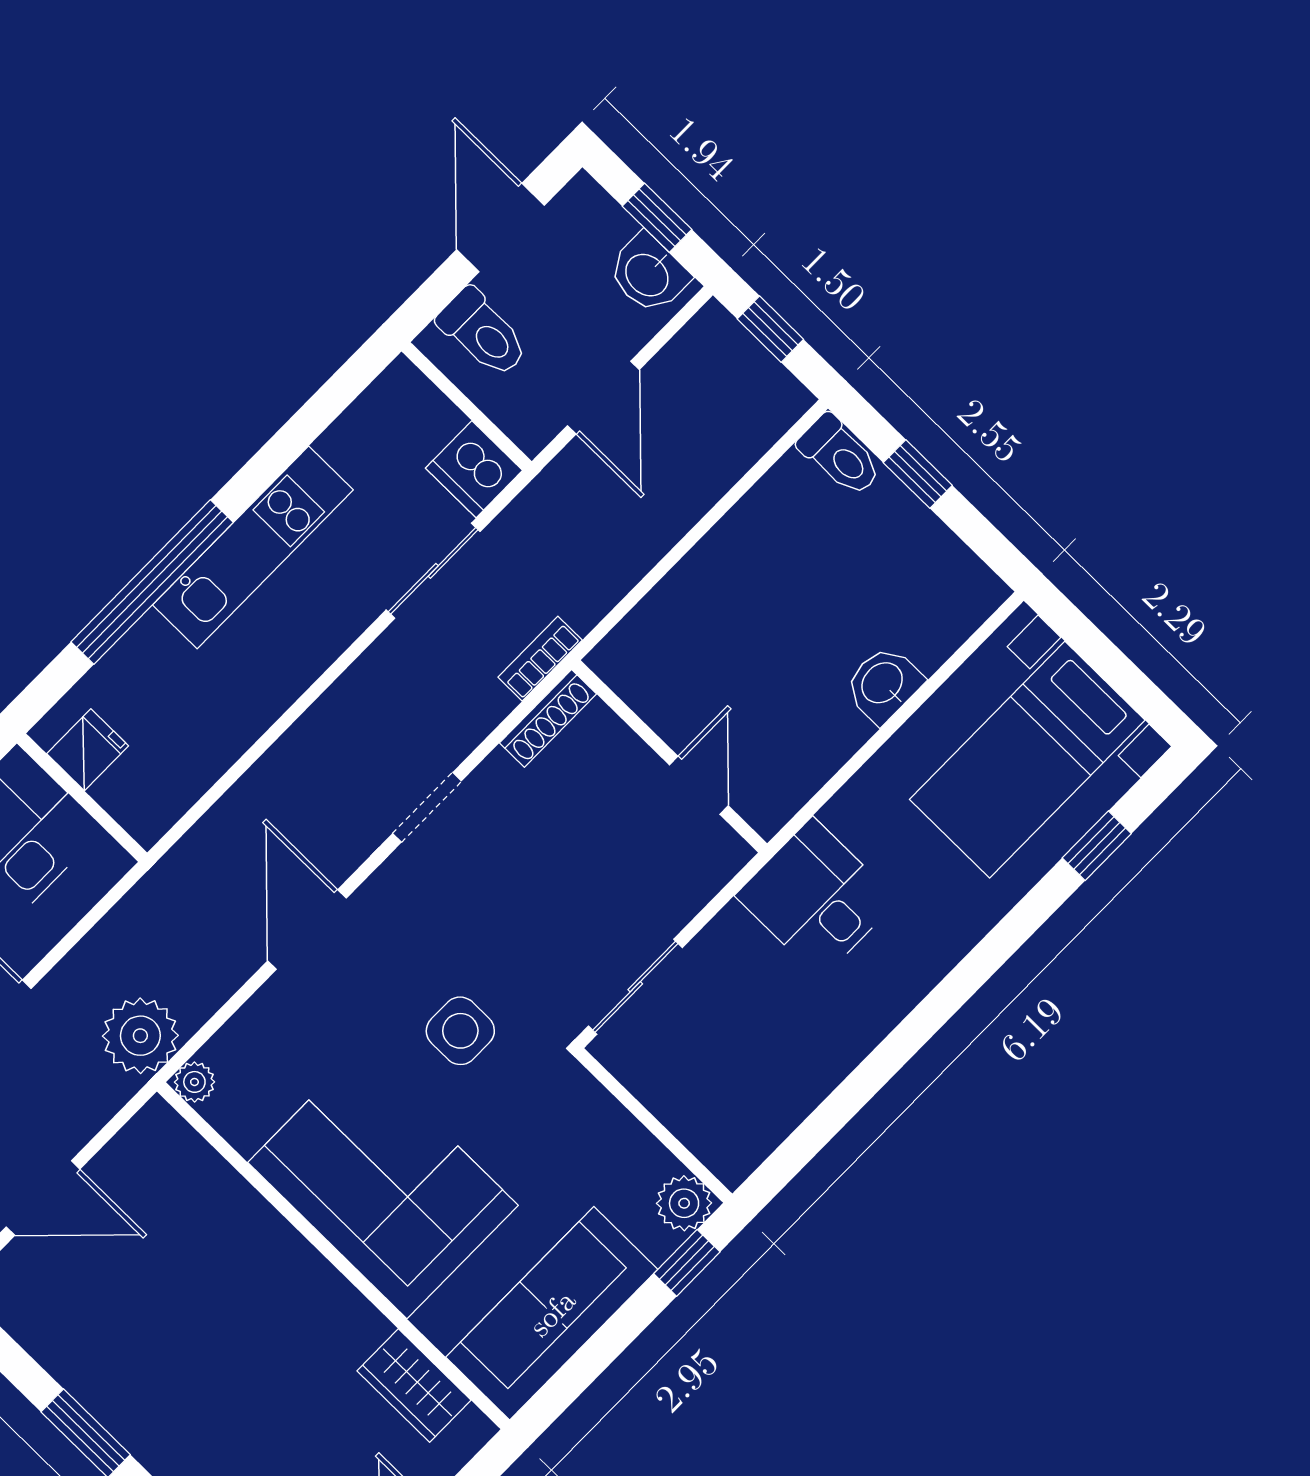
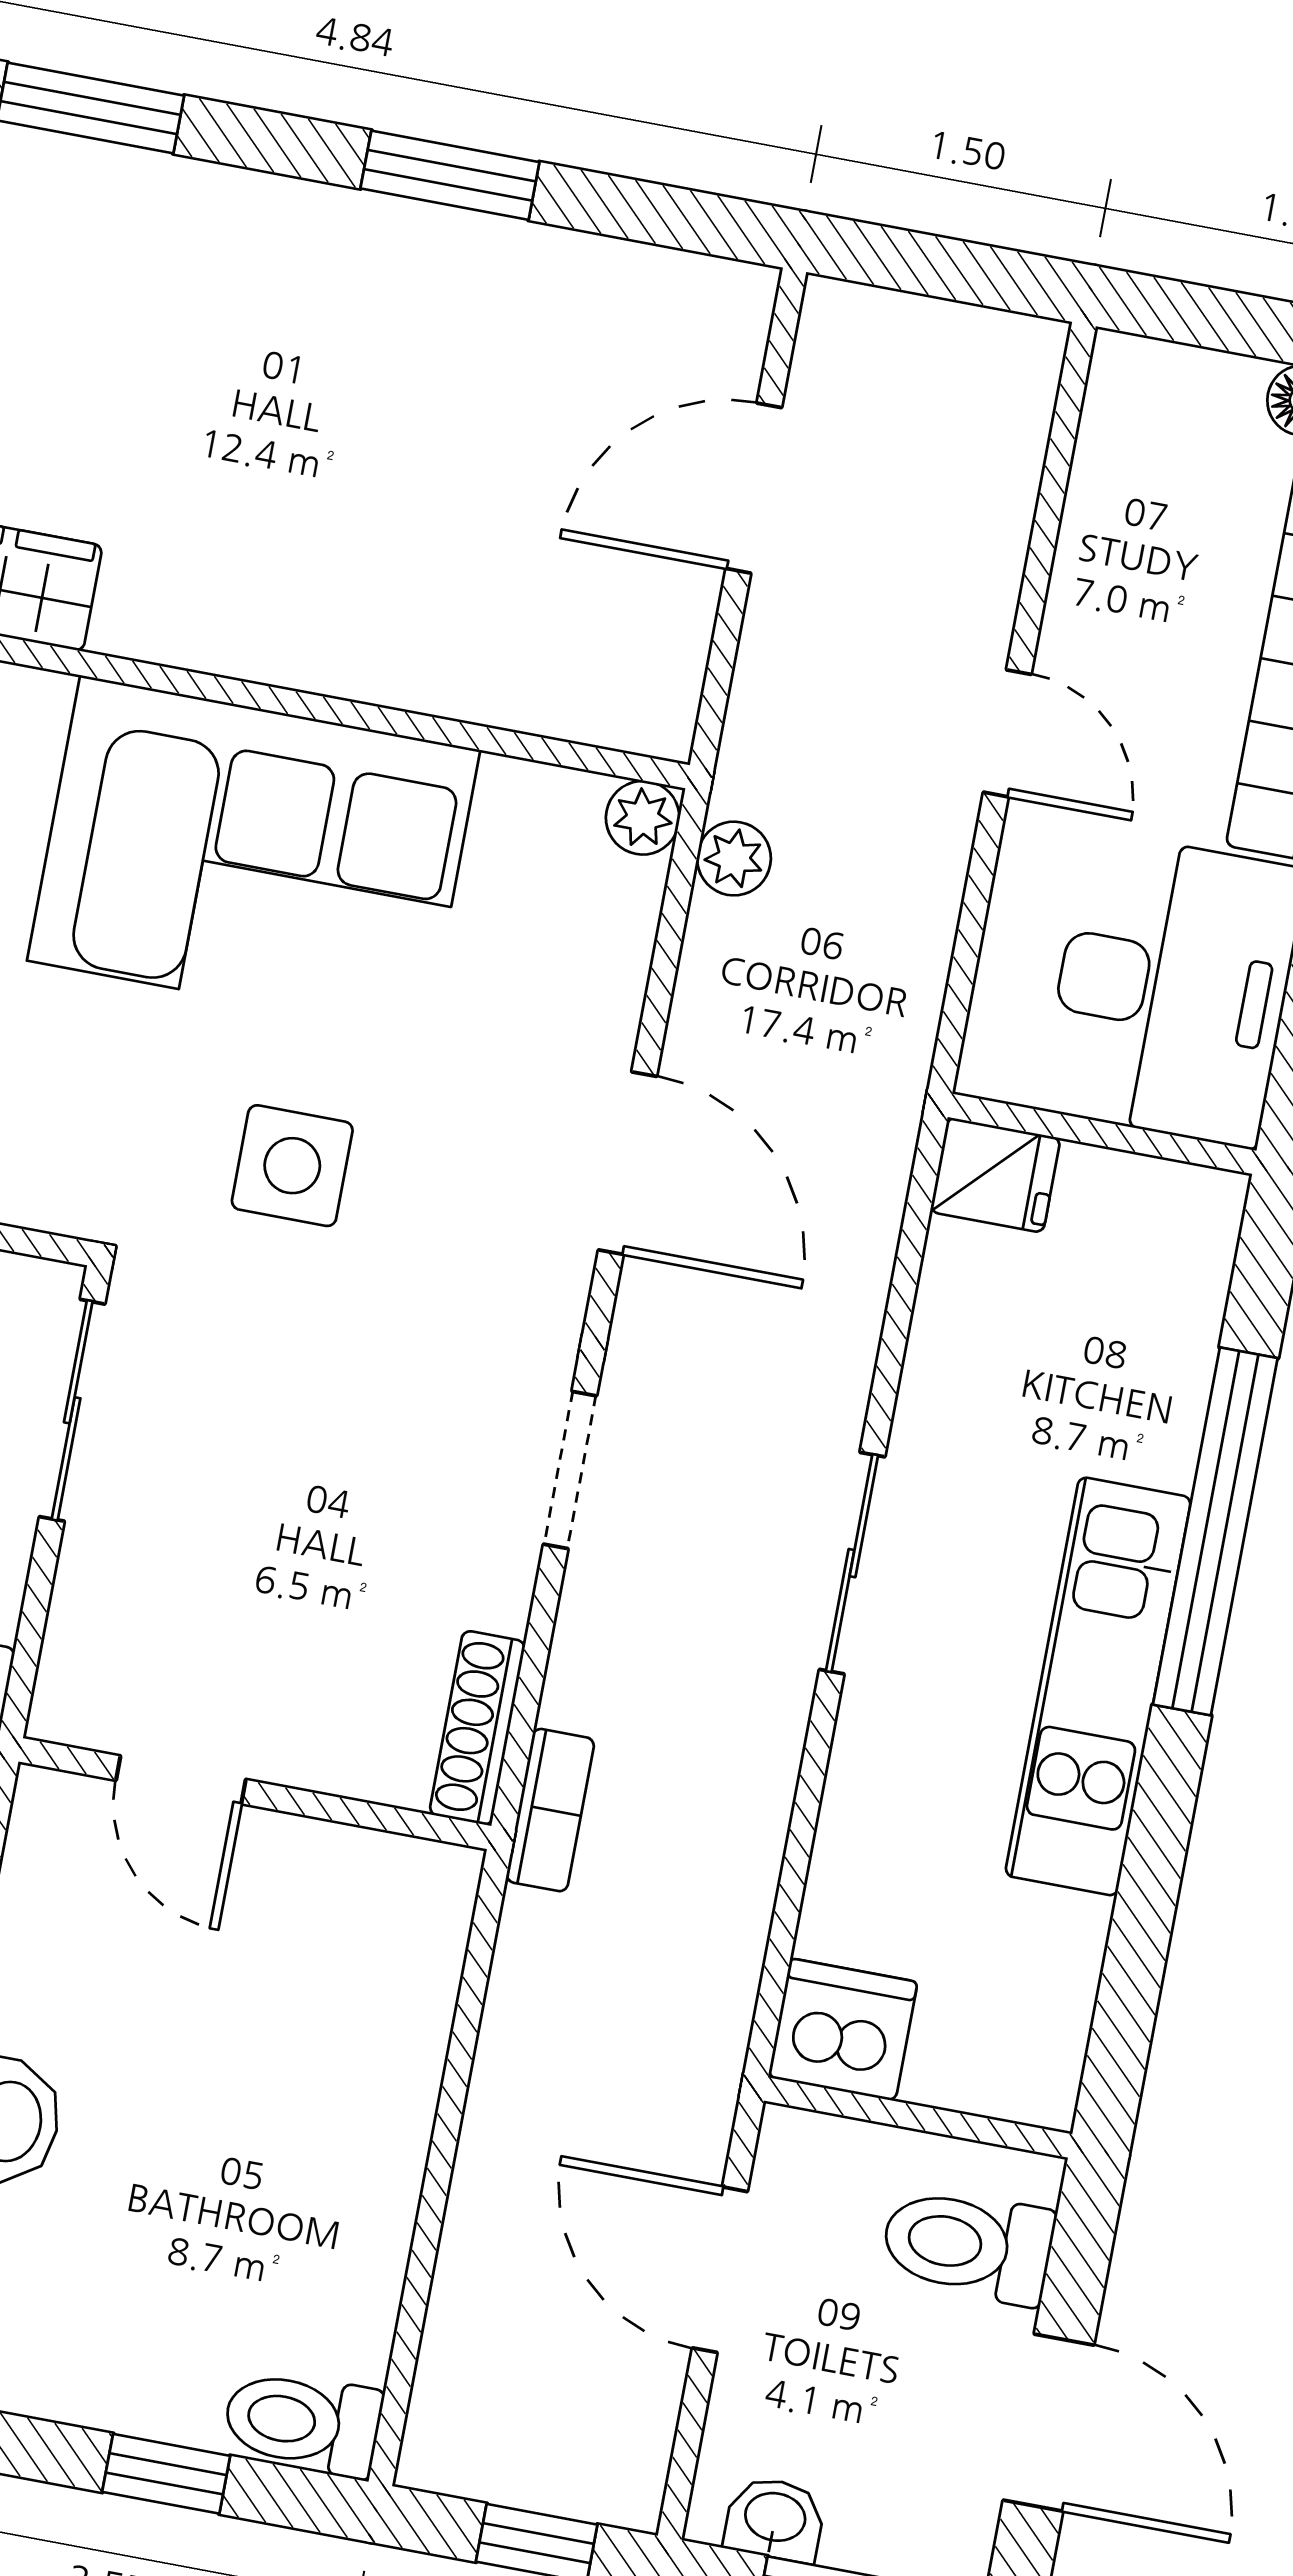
washbasin: (648, 274) -> (775, 2519), width x0.72, depth x0.69
sliding door: (433, 571) -> (852, 1563), moved
fridge: (88, 750) -> (995, 1175), moved, turned -90
plant: (140, 1036) -> (734, 859), width x0.53, depth x0.53

